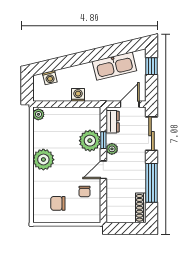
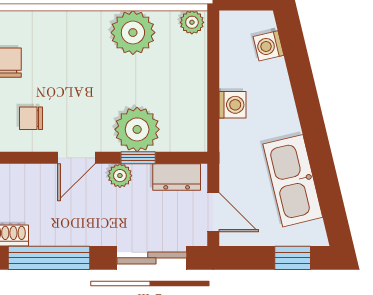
plant: (43, 160) -> (133, 33), moved
door: (103, 170) -> (76, 158), swing flipped

